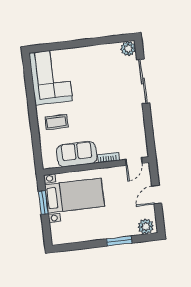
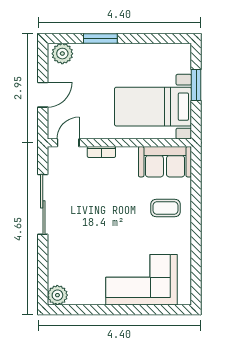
corner sofa: (51, 77) -> (142, 280), moved, turned 90
sliding door: (143, 81) -> (43, 204), moved
sofa: (77, 154) -> (165, 162), moved
window: (43, 202) -> (196, 85), moved

